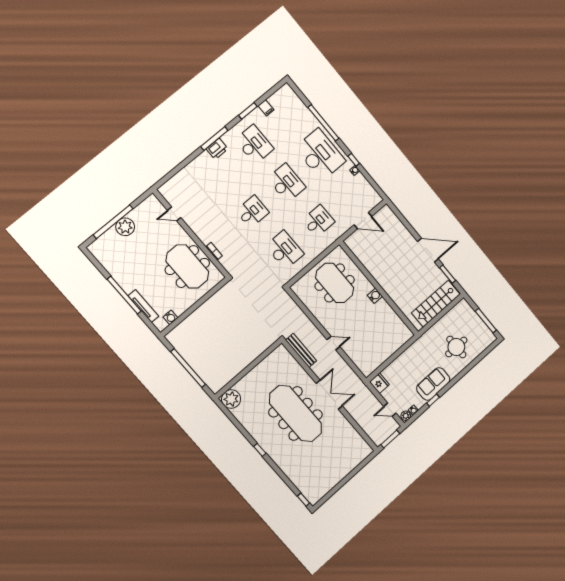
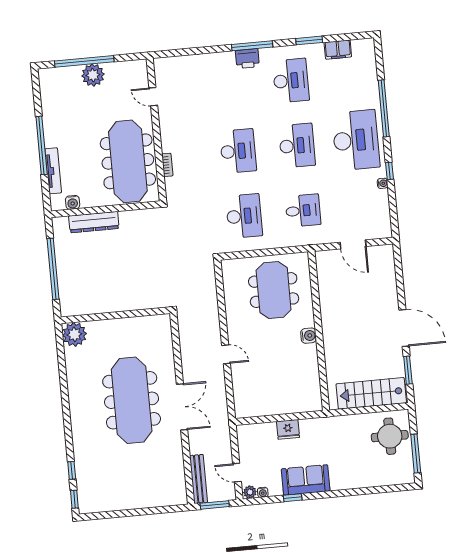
filing cabinet: (266, 108) -> (338, 50), width x2.00
desk: (252, 212) -> (238, 151), width x1.37
meeting table: (187, 266) -> (128, 161), width x1.36
dresser: (193, 320) -> (94, 222), added
round table: (456, 347) -> (390, 436), moved
bench: (301, 350) -> (199, 479), moved
fridge: (379, 383) -> (288, 429), moved, turned 90
window: (260, 450) -> (72, 470), moved

